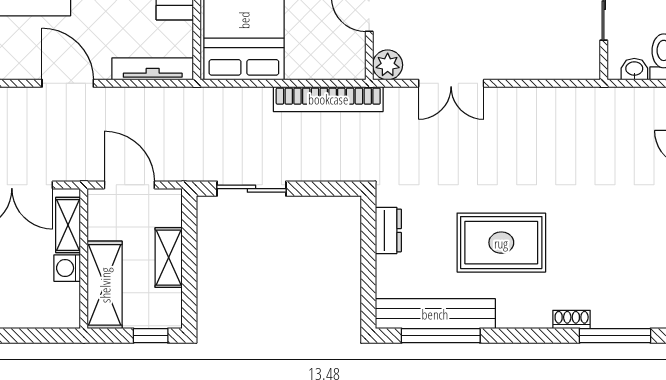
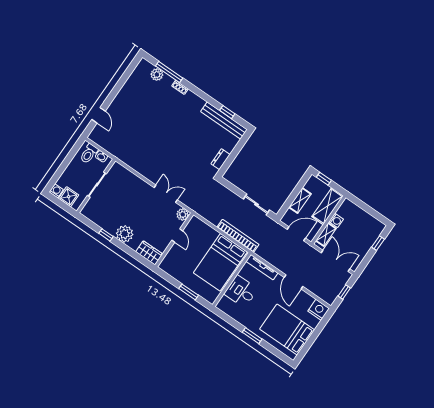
bookcase: (328, 99) -> (238, 236), moved
door: (129, 185) -> (296, 234), swing flipped
rug: (501, 243) -> (186, 129), removed
plant: (636, 313) -> (157, 75), added
window: (441, 336) -> (227, 112), width x0.46

